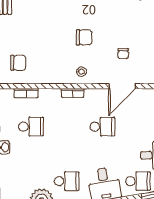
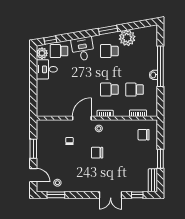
door: (122, 86) -> (82, 118), moved
school desk: (102, 127) -> (109, 90), moved

